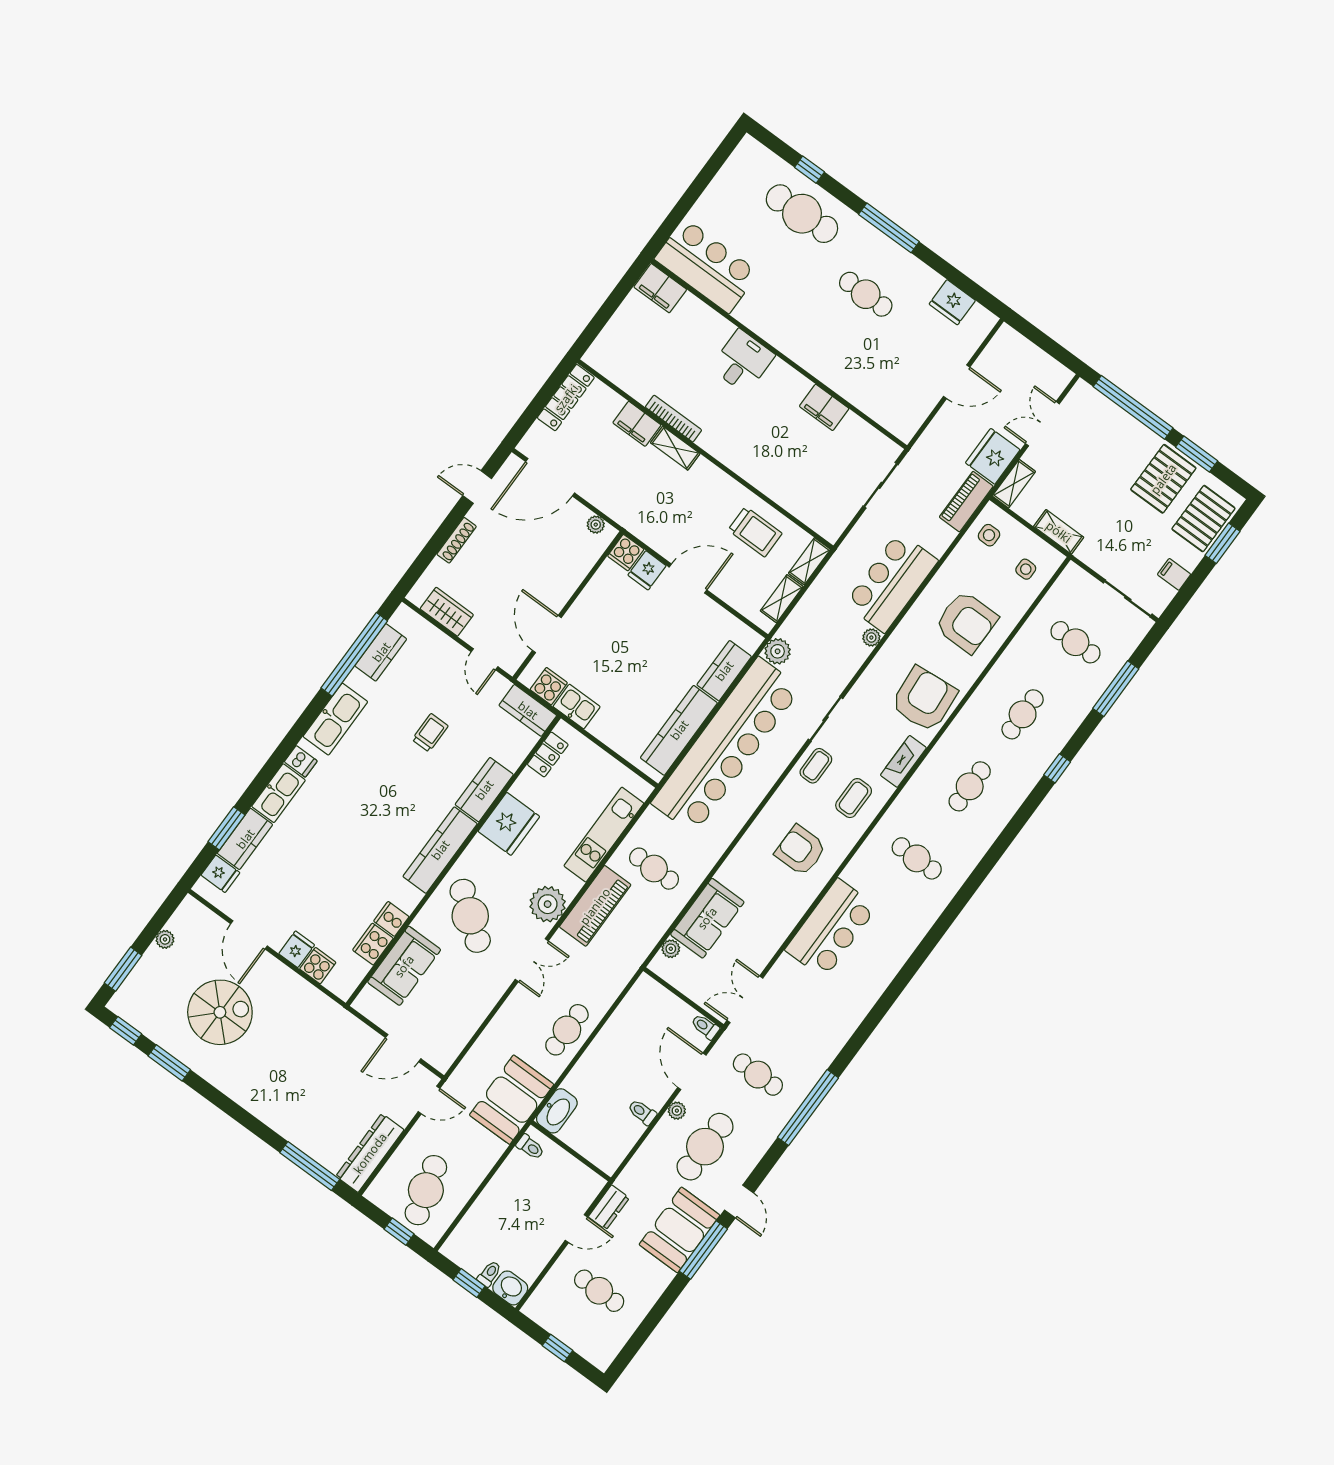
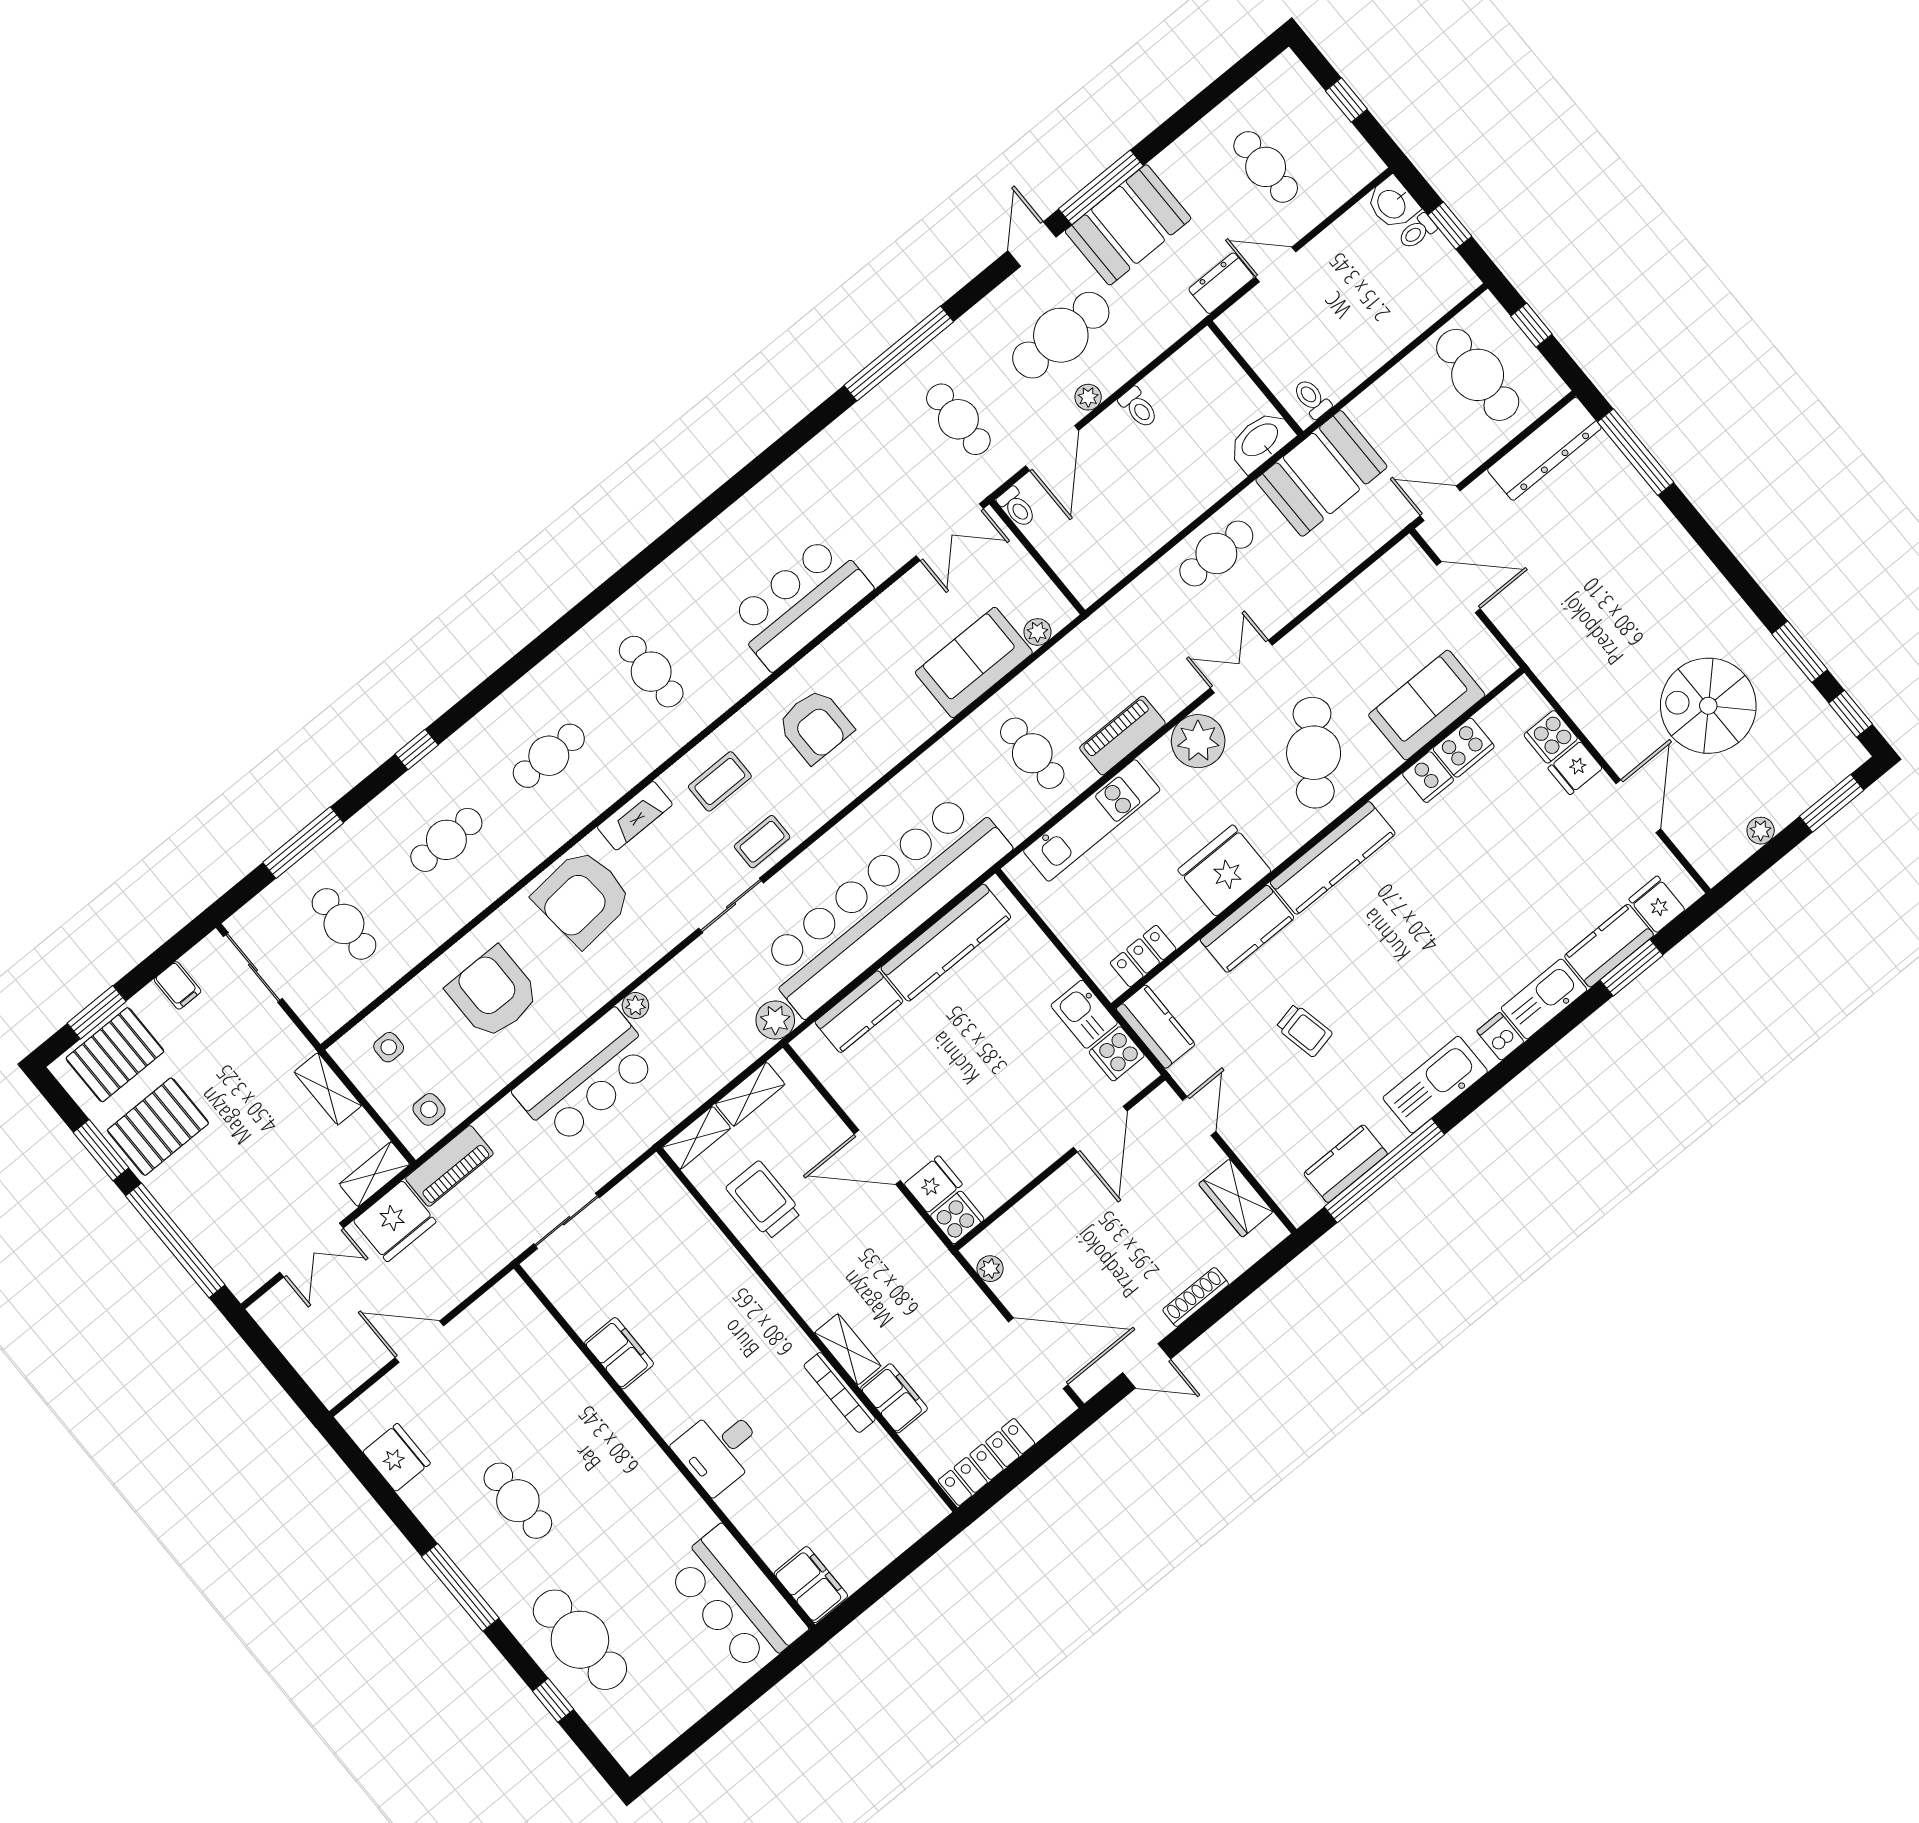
trolley: (430, 733) -> (1304, 1030), turned -102
piano: (595, 906) -> (1122, 736), width x0.73, depth x0.75
cafe table: (426, 1190) -> (1478, 375), turned -74

